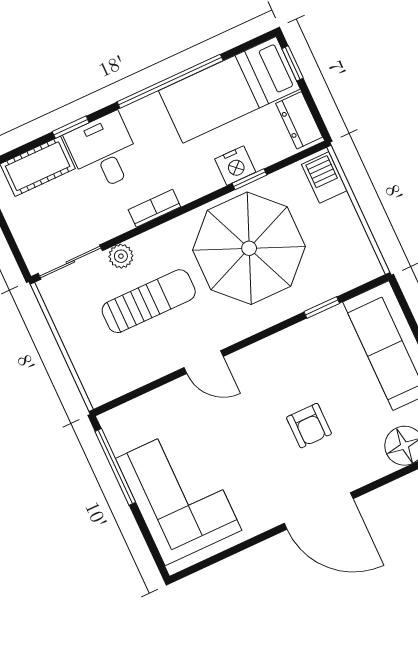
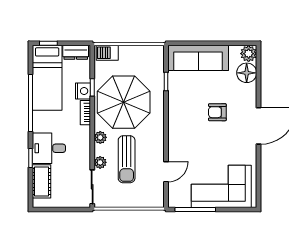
bookcase: (154, 208) -> (85, 113), moved
plant: (166, 236) -> (100, 137), added
sun lounger: (149, 301) -> (127, 159), turned 180
door: (204, 362) -> (166, 172), moved
armchair: (309, 426) -> (217, 112), turned 180

